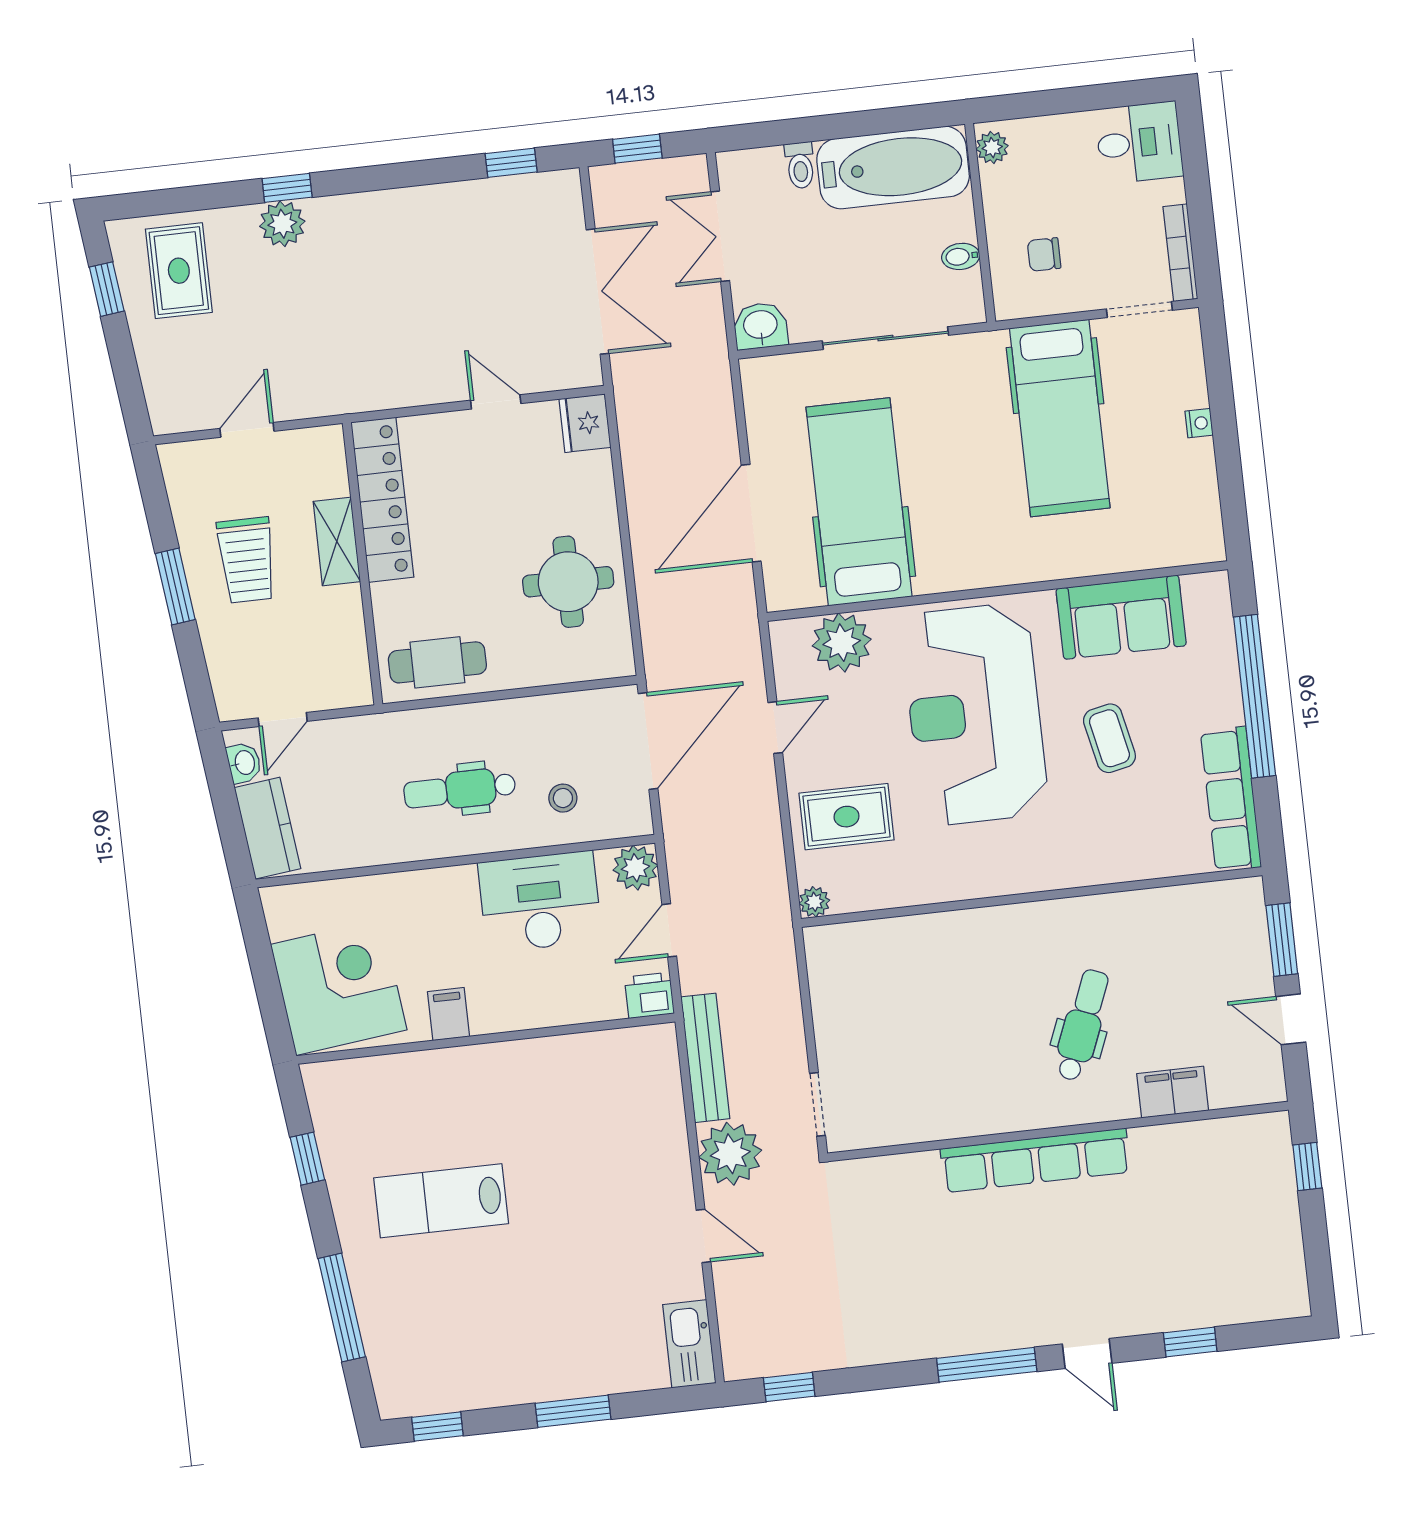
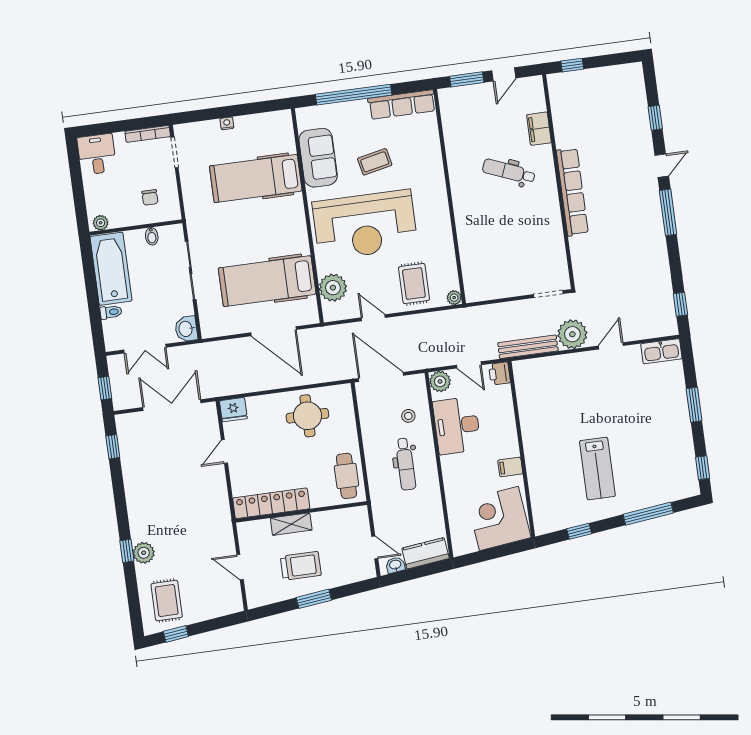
rug: (179, 271) -> (167, 601), turned 90
hospital bed: (1060, 418) -> (256, 178), moved, turned 180

